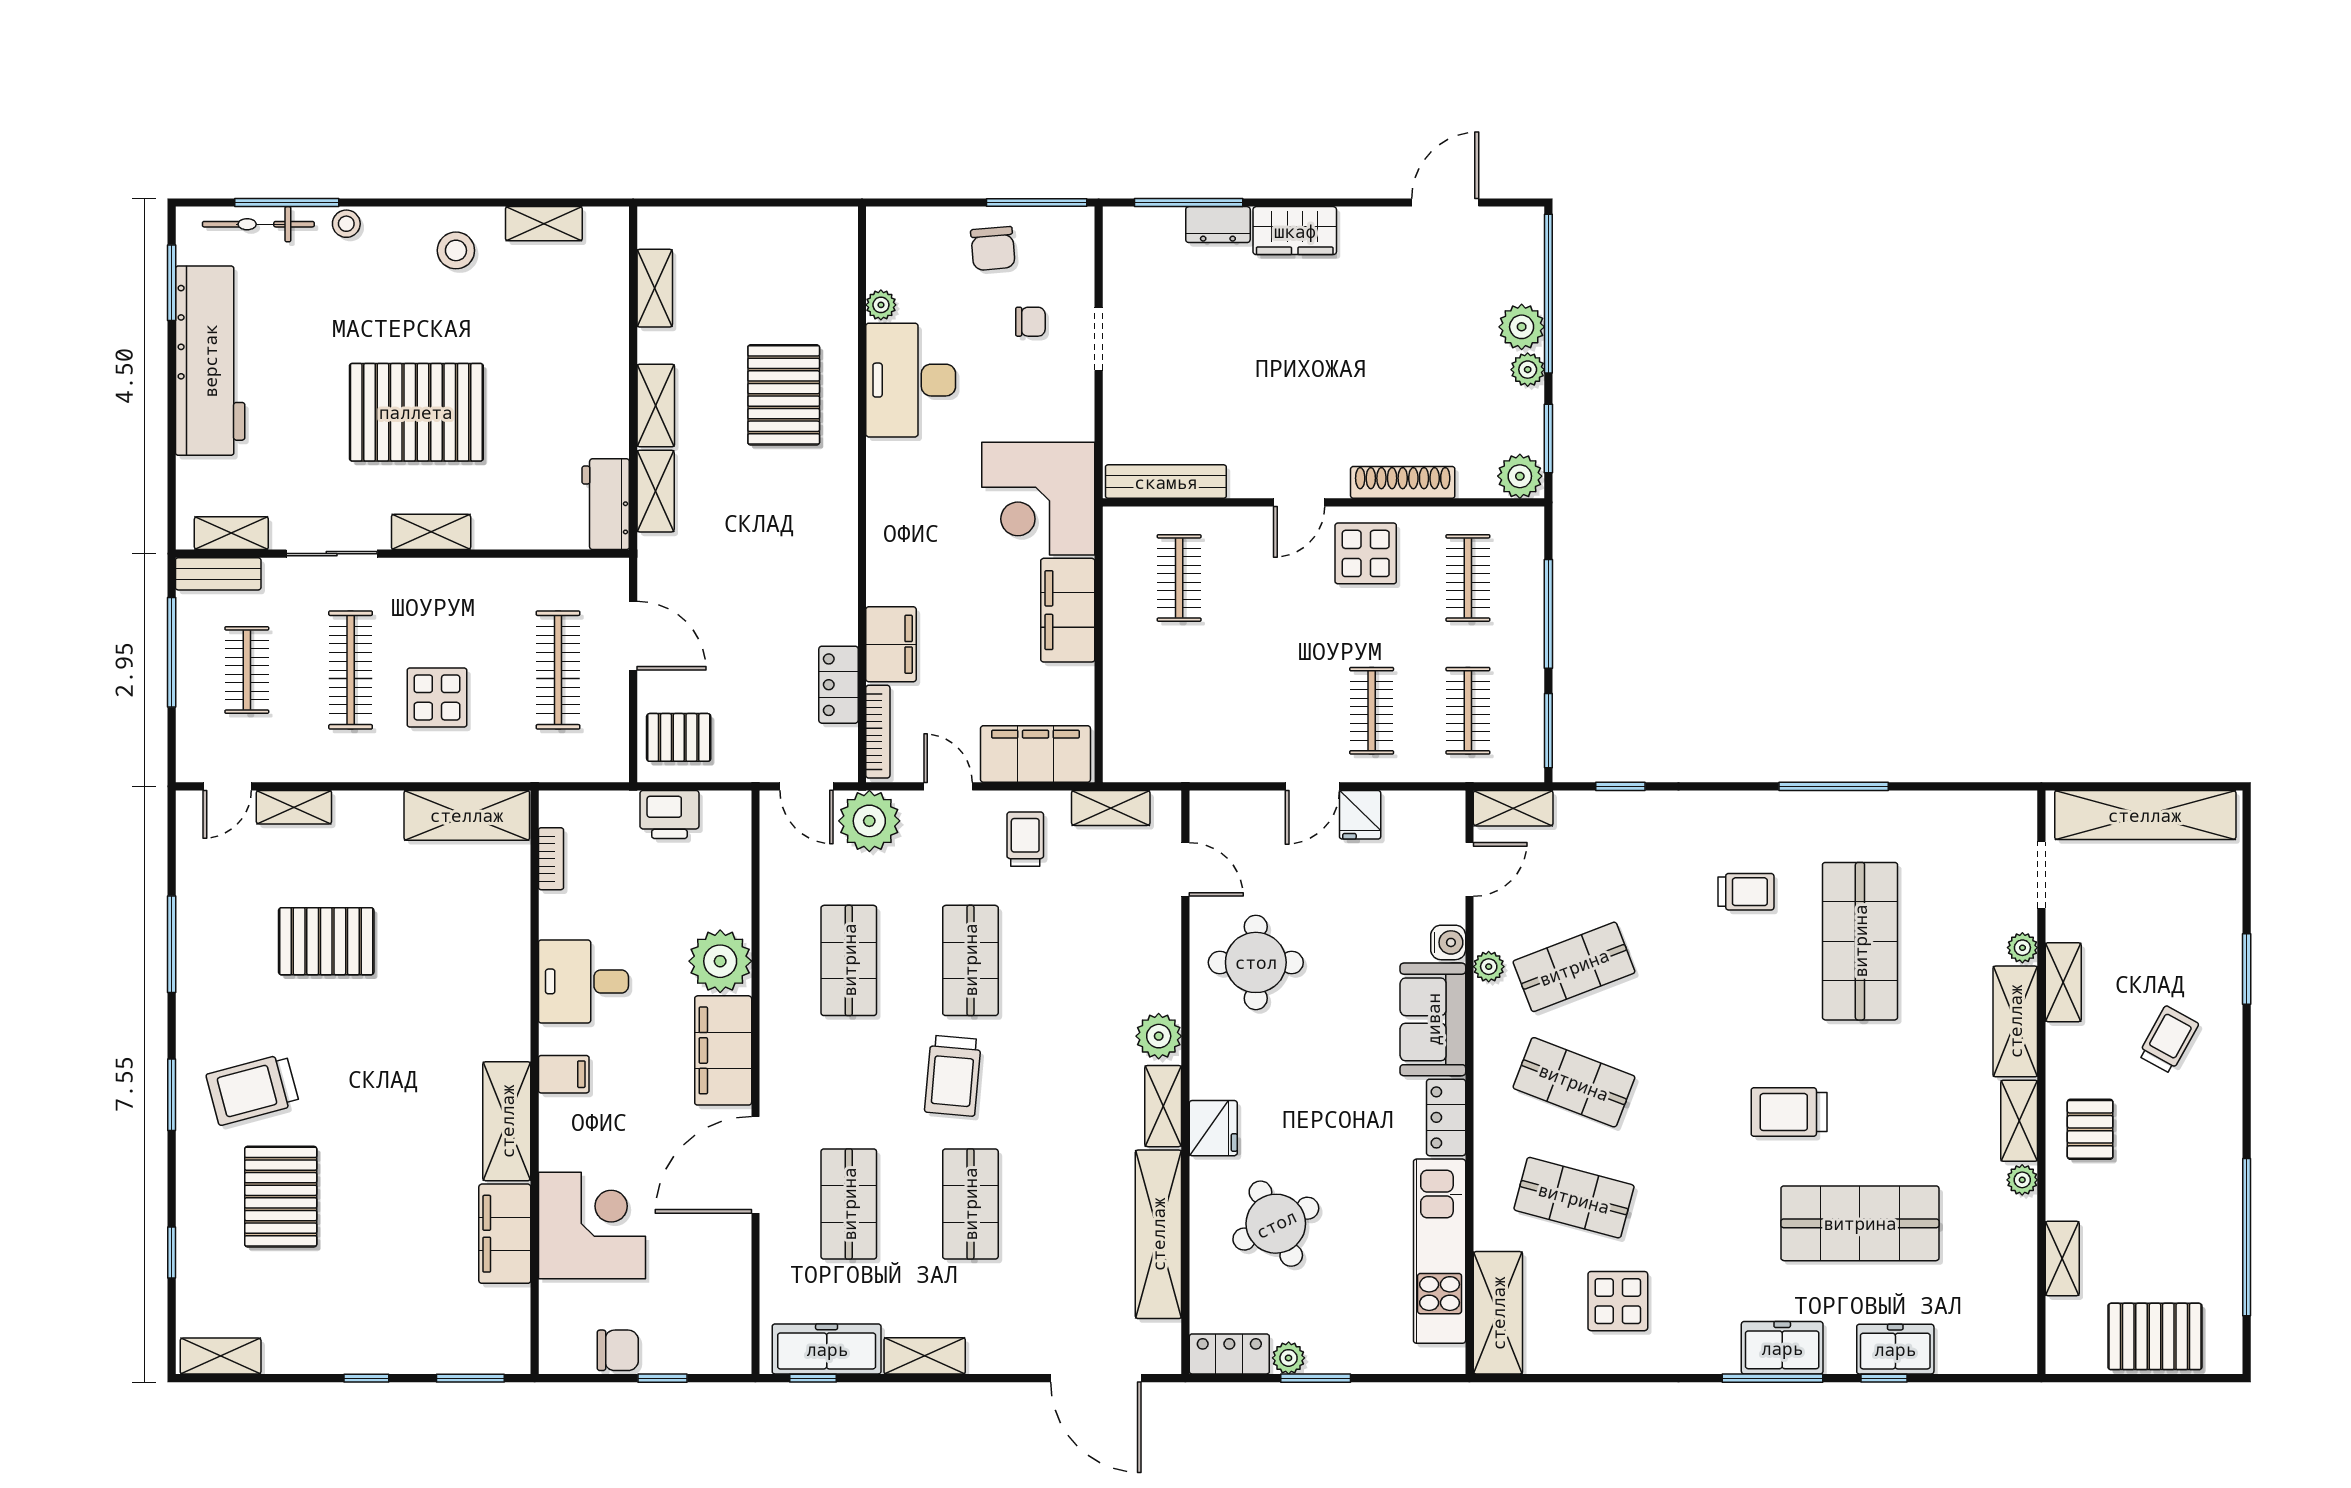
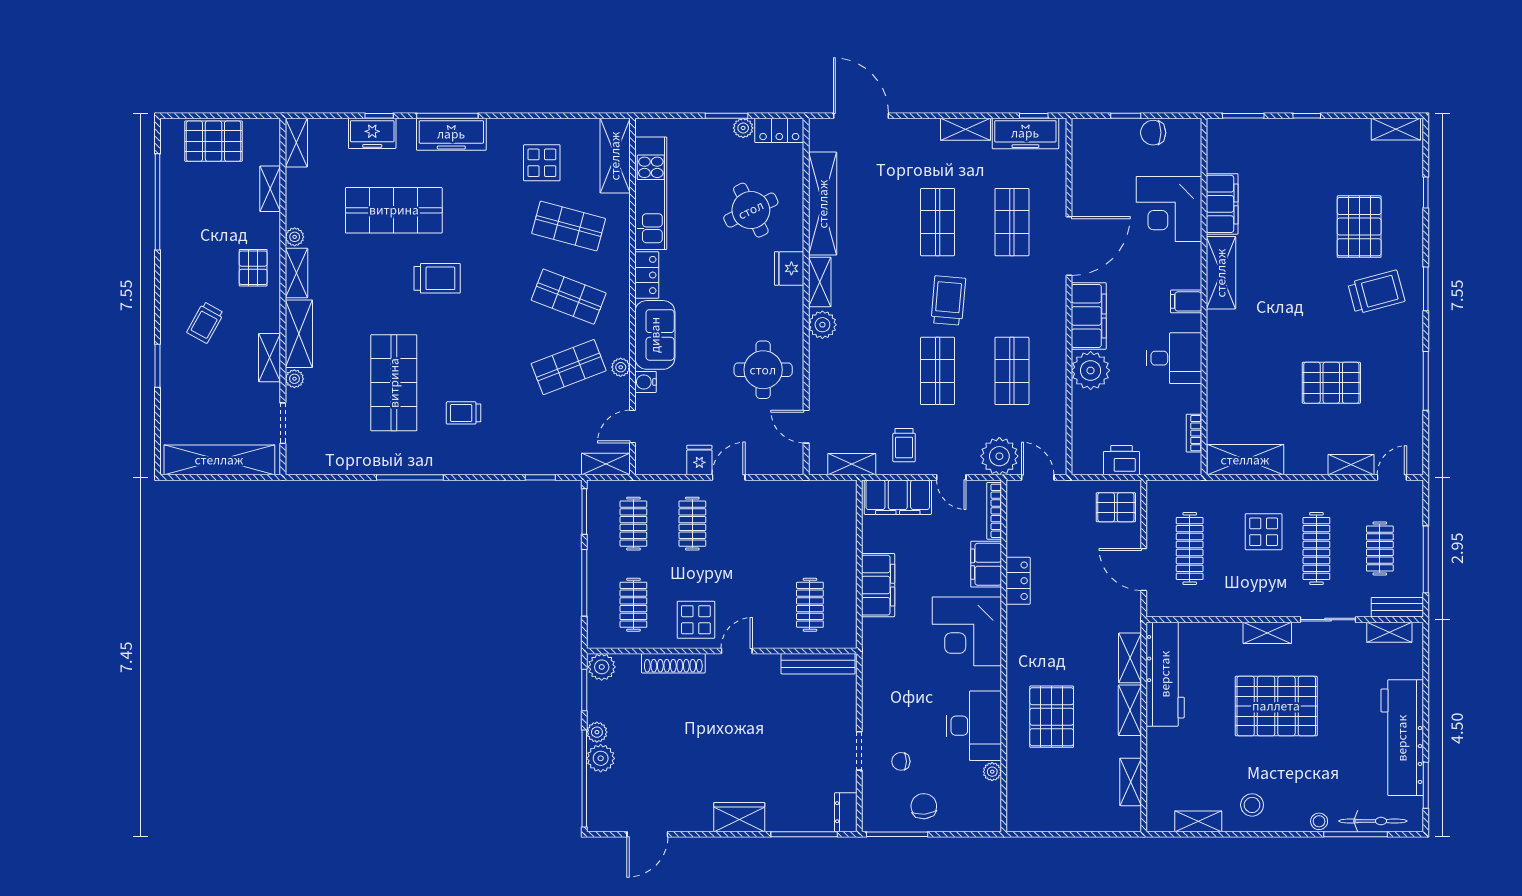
dresser: (1218, 225) -> (846, 812), moved, turned -90
corner desk: (1038, 499) -> (967, 631), moved, turned 180
workbench: (606, 504) -> (1165, 674), width x1.88, depth x1.32
locker: (839, 685) -> (1018, 581), moved
shelving: (2019, 1334) -> (296, 143), added
freezer: (1782, 1348) -> (451, 134), width x1.40

